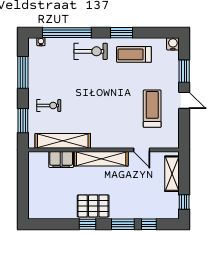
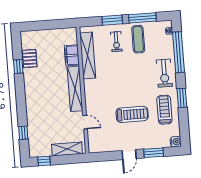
exercise mat: (48, 79) -> (138, 39), added
treadmill: (152, 109) -> (132, 114), moved
window: (23, 121) -> (112, 20), moved
door: (142, 150) -> (85, 122), swing flipped
pallet: (93, 206) -> (30, 59), moved, width x0.67, depth x0.71
window: (87, 224) -> (18, 67), moved
window: (123, 224) -> (22, 111), removed

